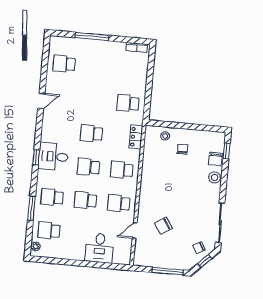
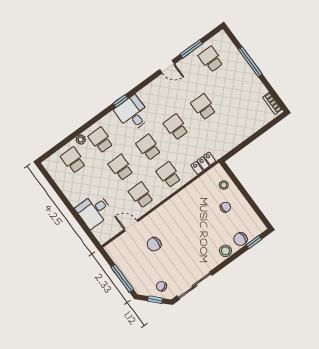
school desk: (128, 103) -> (203, 107), moved
window: (32, 208) -> (191, 49), moved
chair: (163, 226) -> (154, 244), turned -57
plant: (36, 246) -> (81, 139), moved

